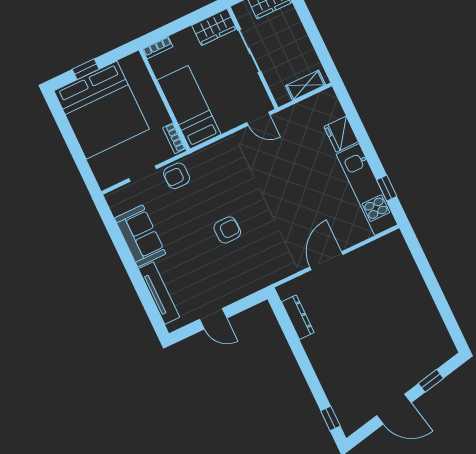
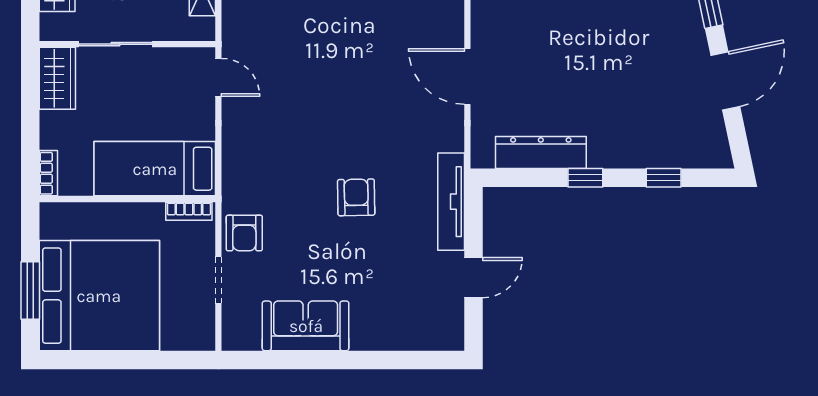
window: (86, 69) -> (30, 291), width x1.50
door: (258, 119) -> (218, 77), hinge flipped
tv unit: (159, 293) -> (451, 202), moved, turned -90
dresser: (298, 317) -> (541, 153), width x1.37, depth x1.24
window: (301, 355) -> (585, 178), added
window: (330, 418) -> (664, 178), moved

